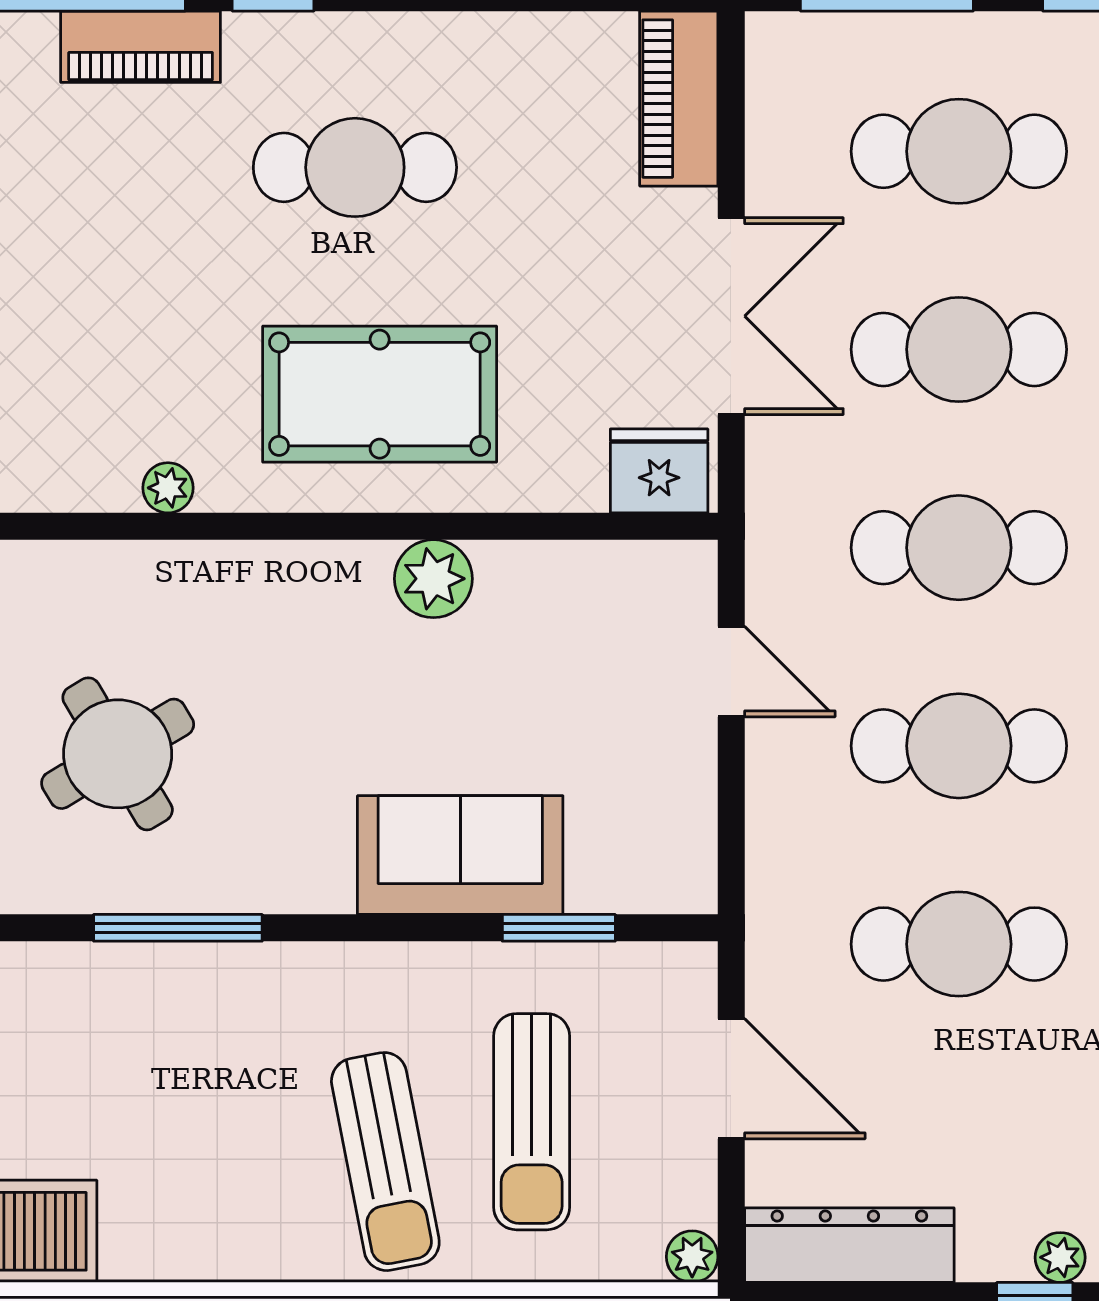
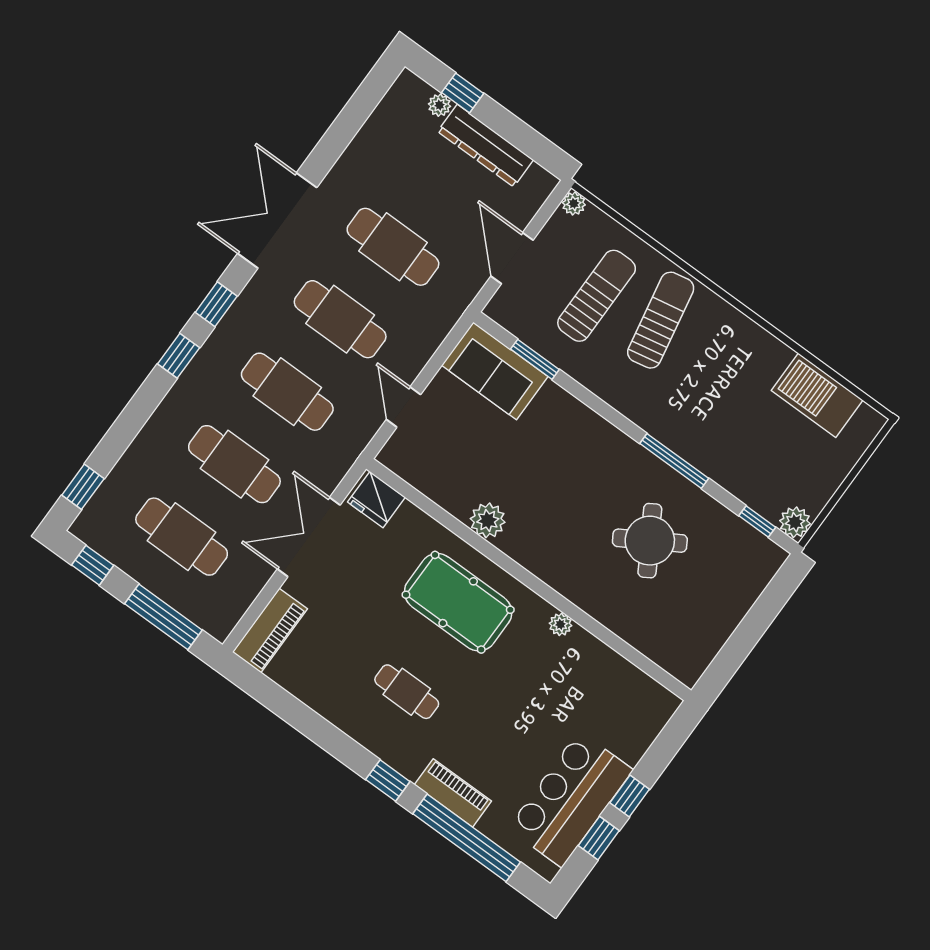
cafe table: (355, 167) -> (407, 692), width x0.73, depth x0.74
sofa: (460, 855) -> (495, 371), moved
dresser: (849, 1245) -> (486, 146), moved

